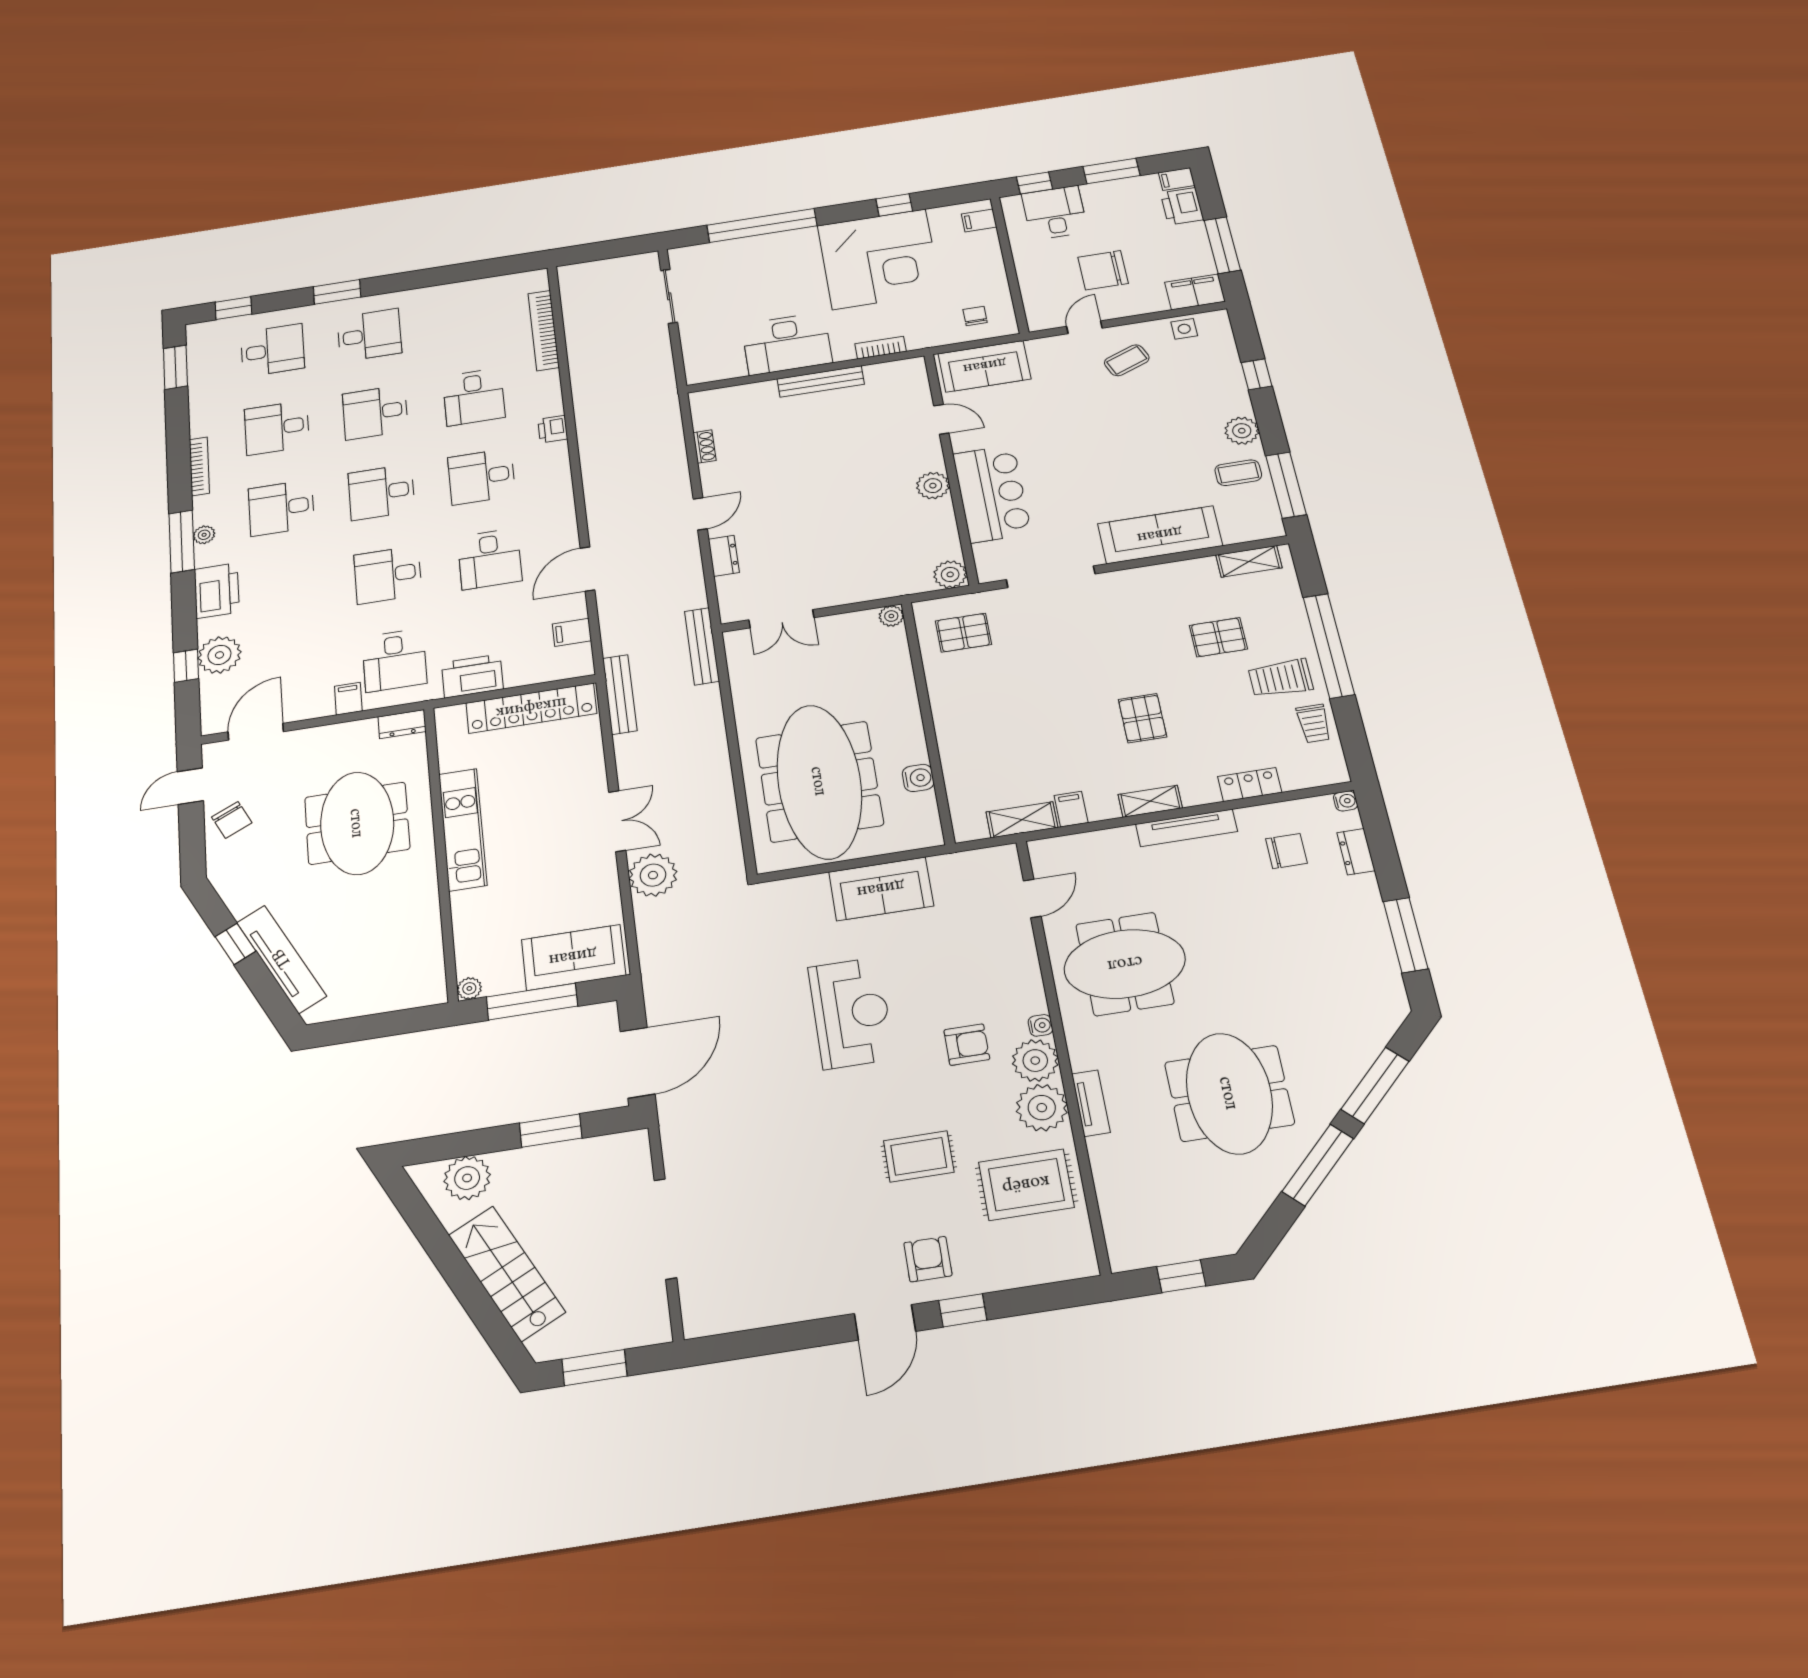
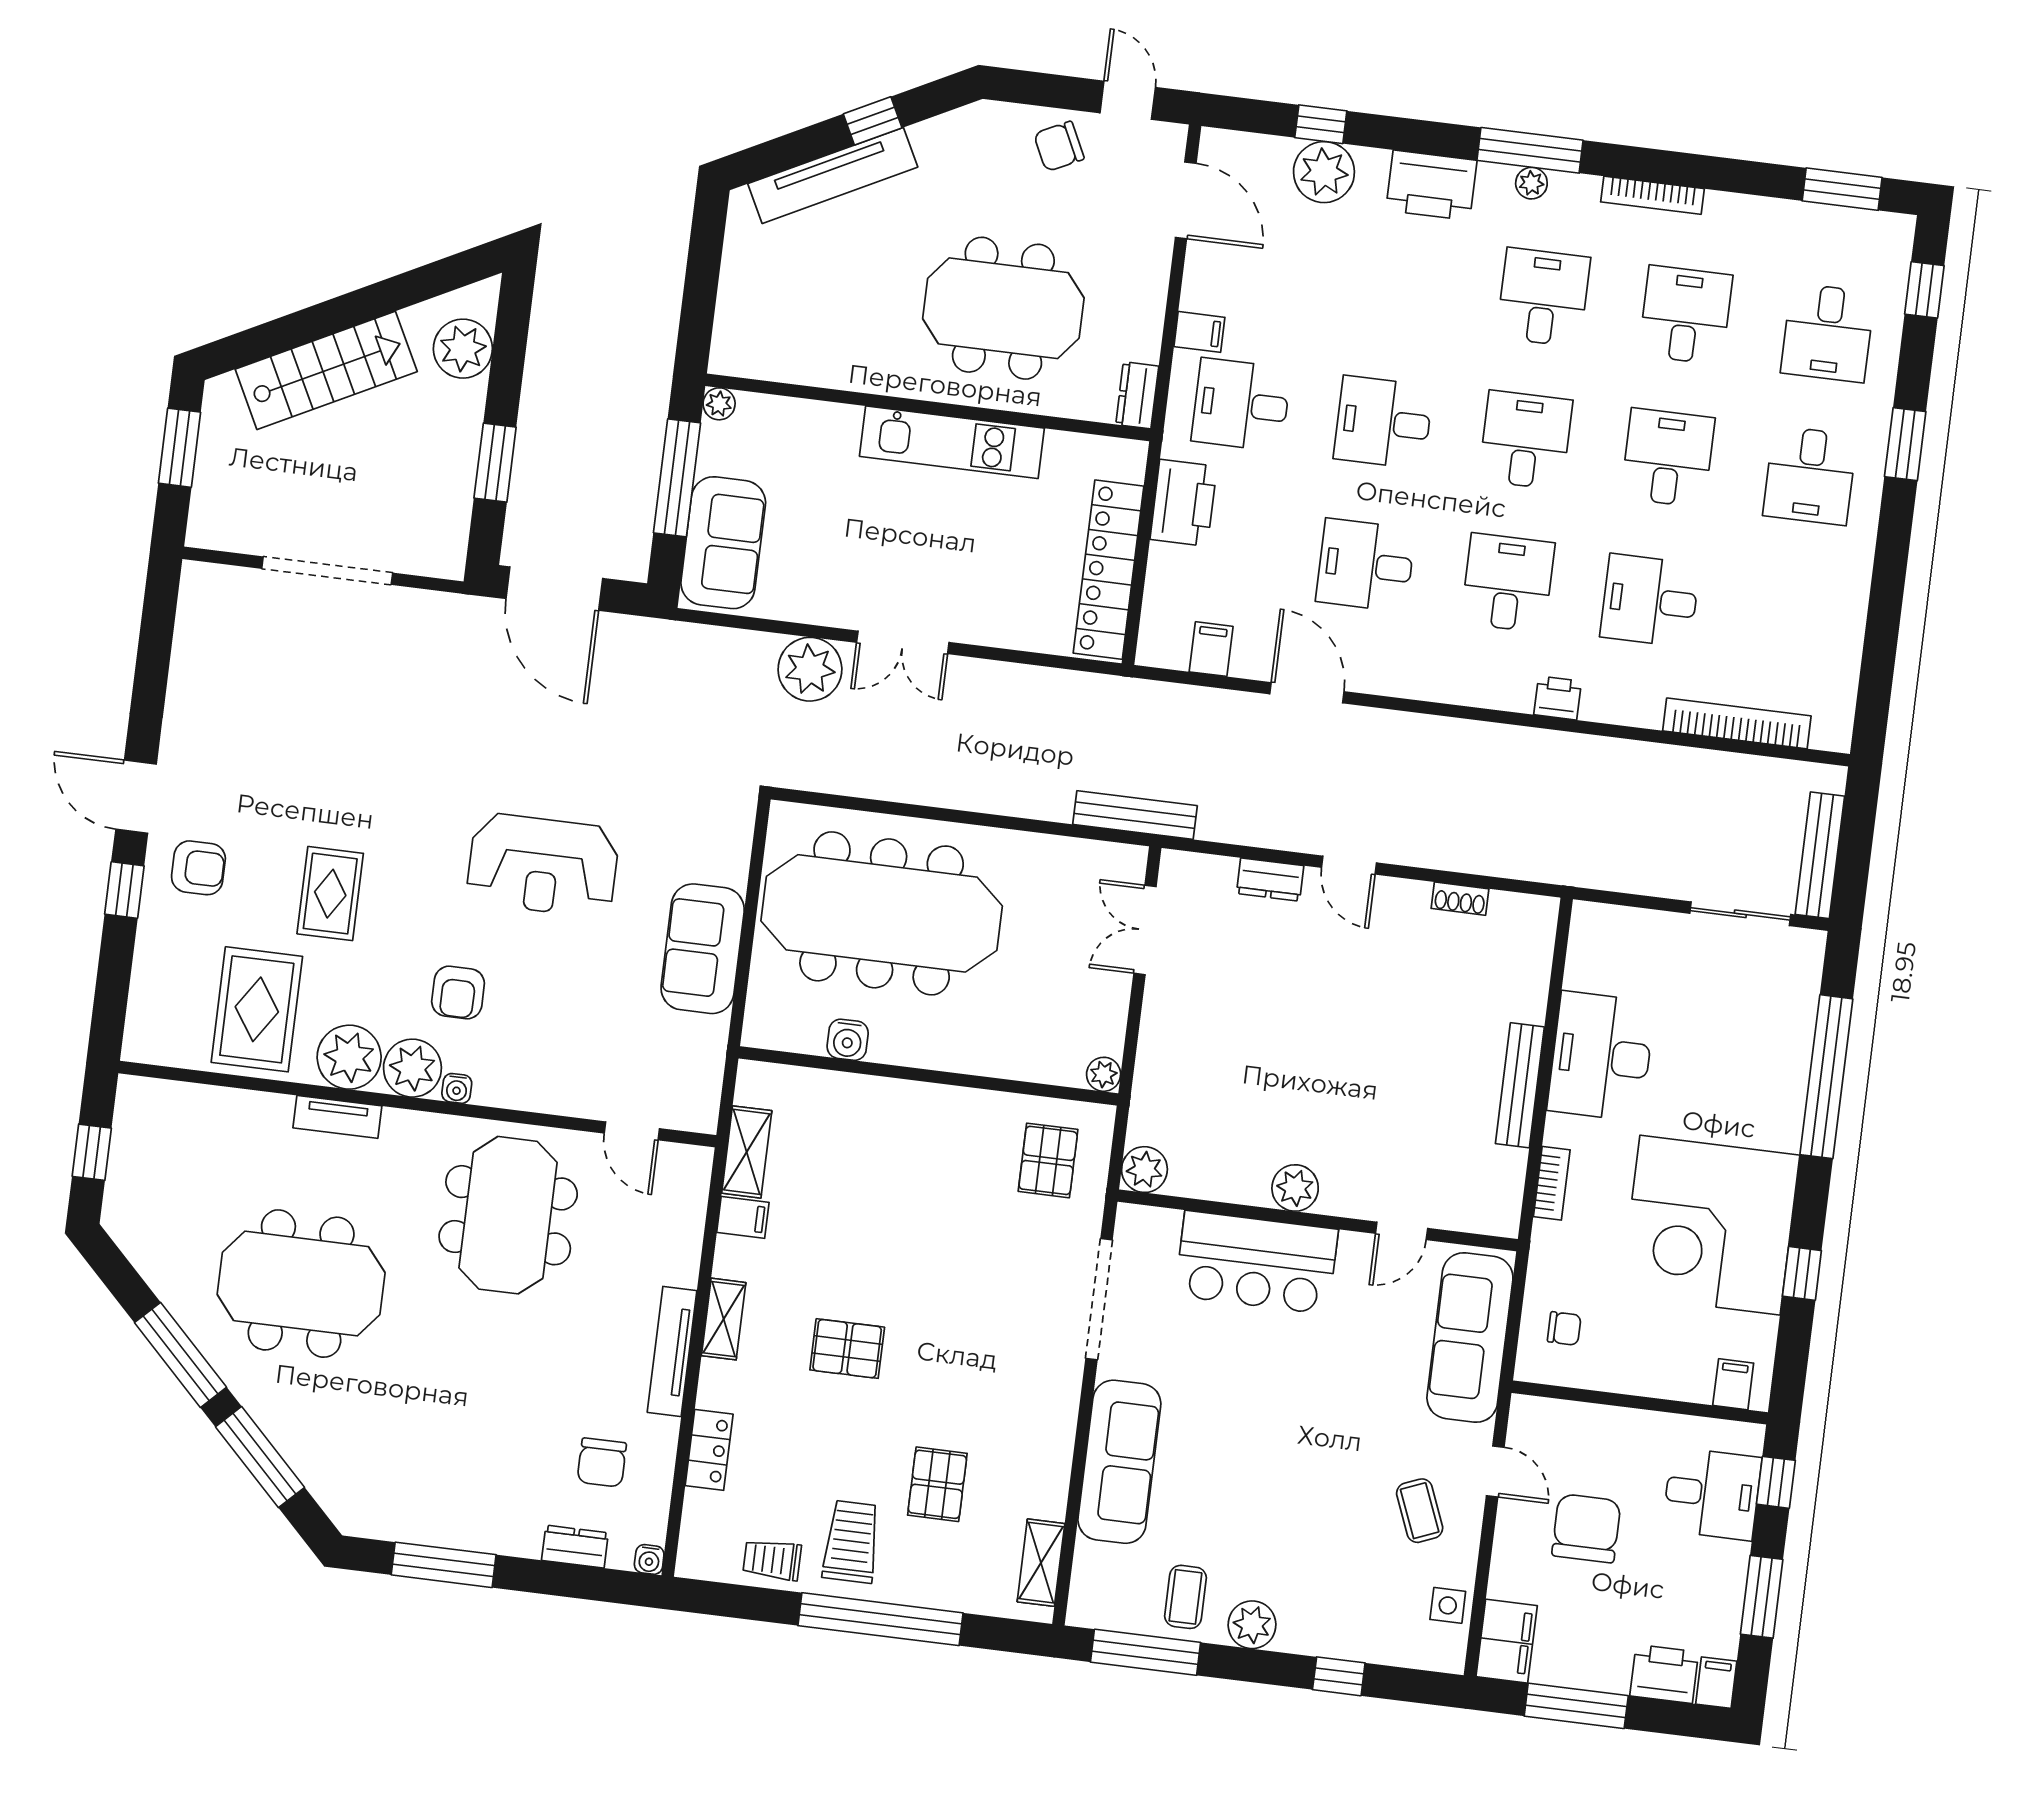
sofa: (985, 366) -> (1470, 1338), width x1.36
desk: (388, 575) -> (1383, 422), turned -90
bench: (620, 694) -> (1820, 855), moved, turned 90

